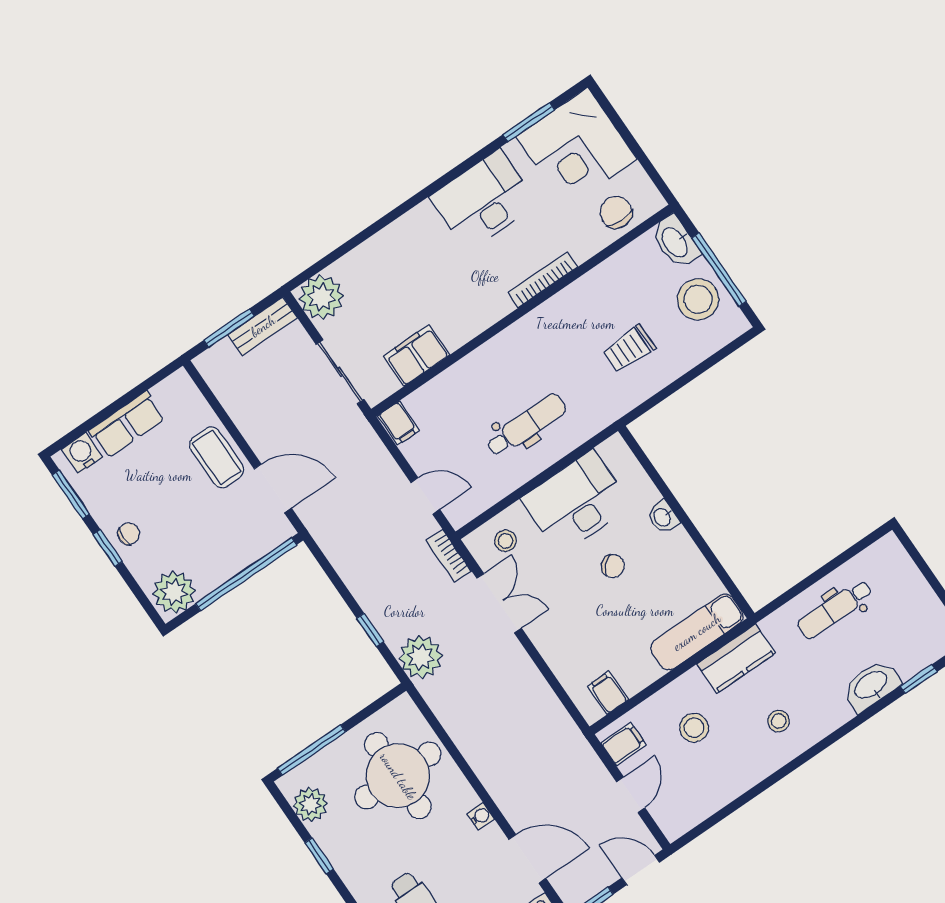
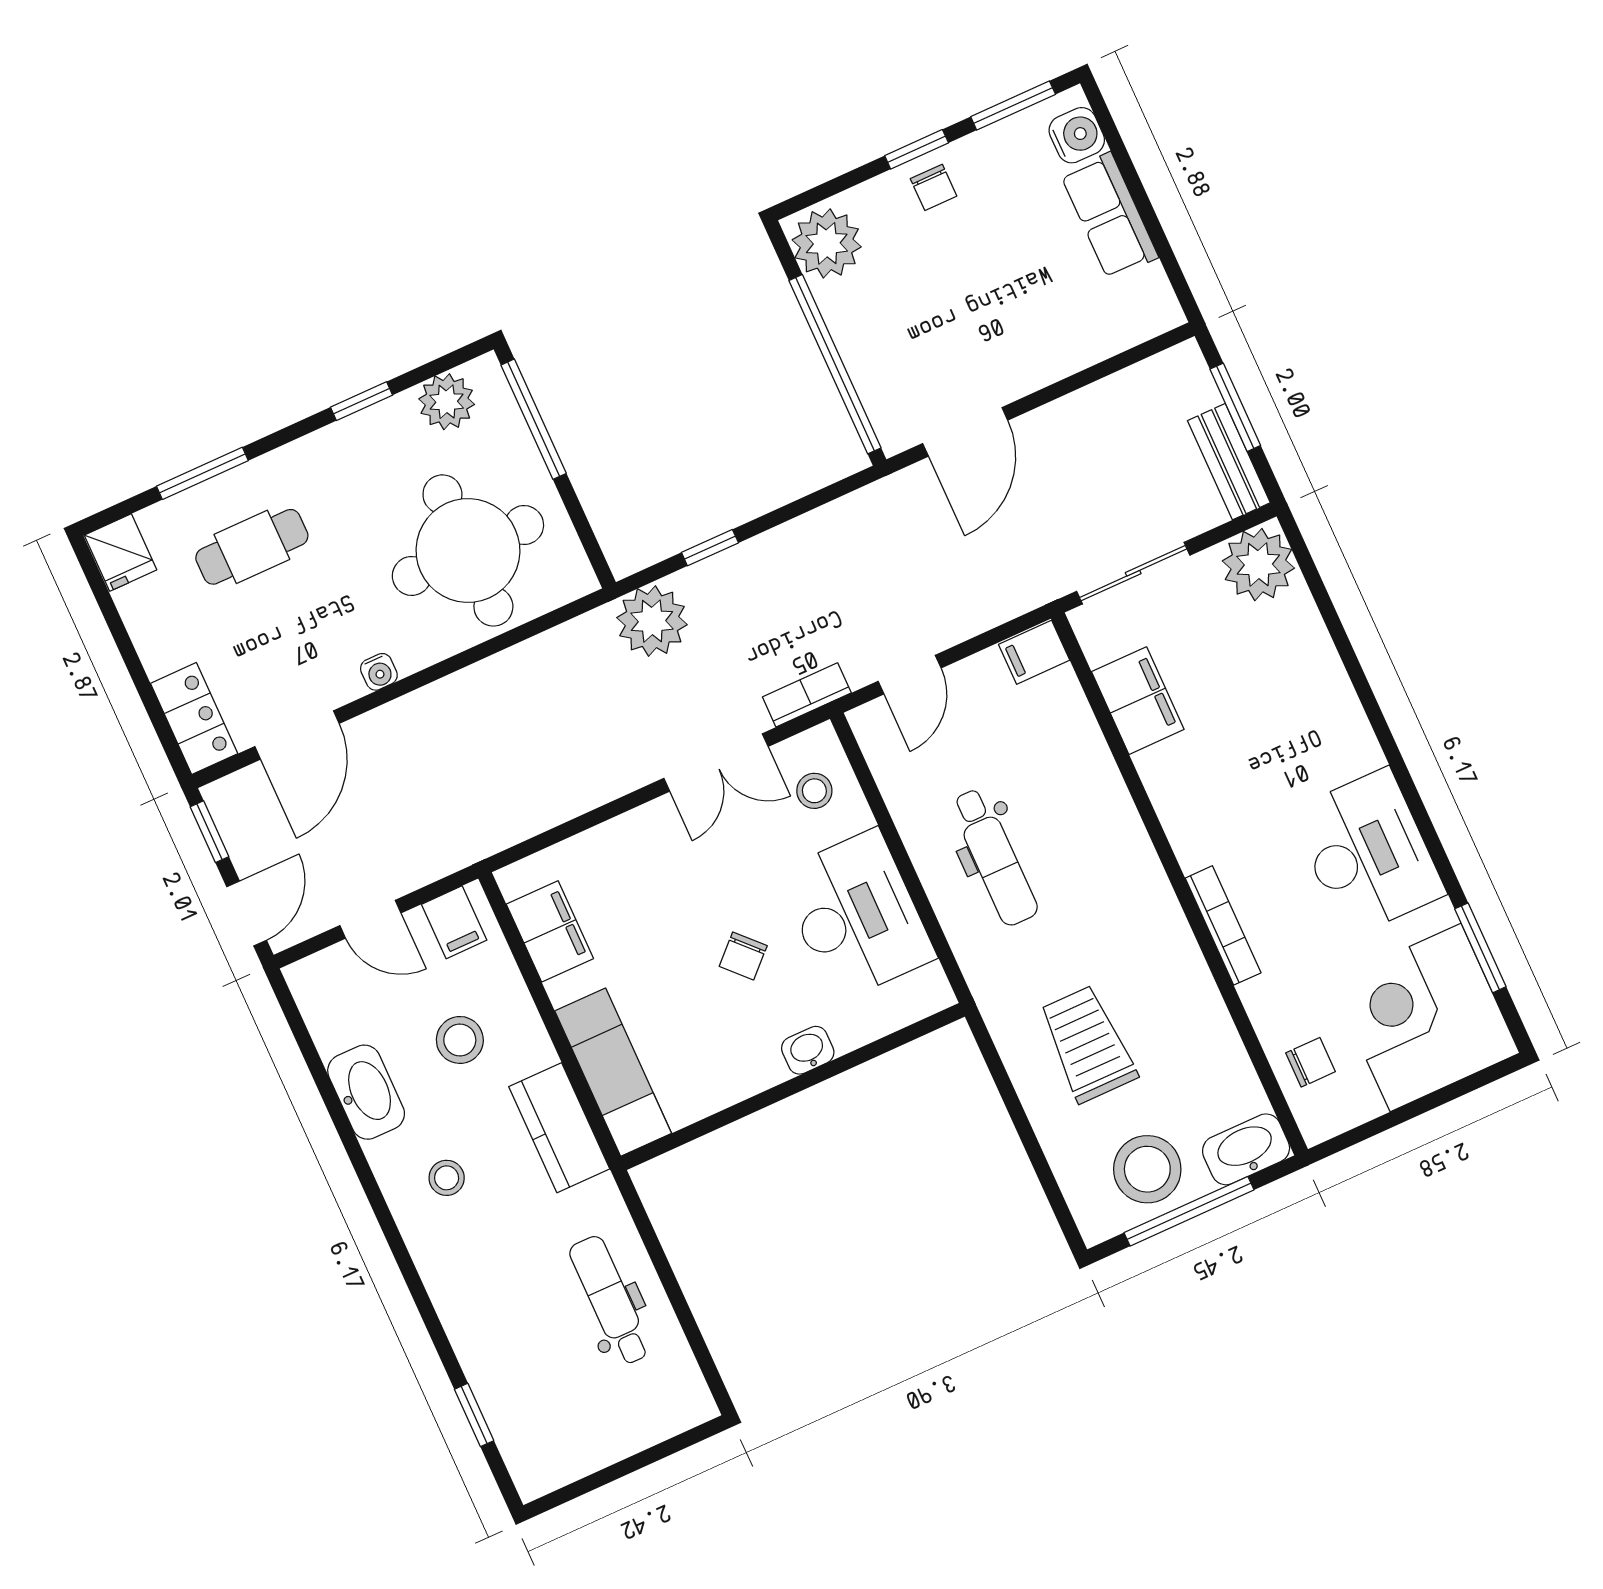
chair: (616, 212) -> (1311, 1062), width x0.73, depth x0.73
trolley: (629, 349) -> (1088, 1044), width x1.36, depth x1.39
coffee table: (217, 457) -> (1031, 350), removed
washbasin: (871, 686) -> (366, 1092), moved
filing cabinet: (608, 693) -> (550, 931), width x2.00

